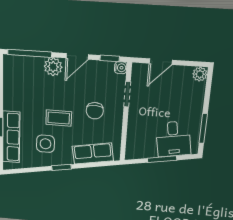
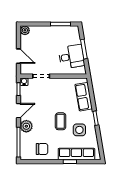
door: (77, 56) -> (19, 111), hinge flipped
chair: (95, 111) -> (42, 149), moved
desk: (173, 139) -> (71, 57), moved

